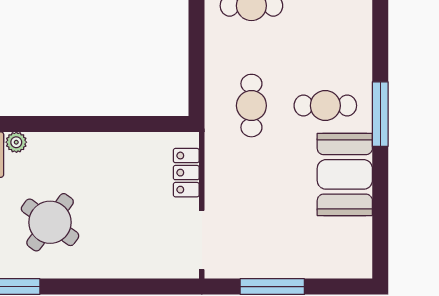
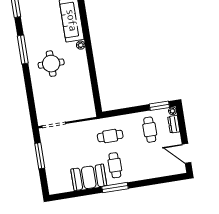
locker: (186, 173) -> (79, 114), removed
round table: (50, 222) -> (51, 64), turned -36

